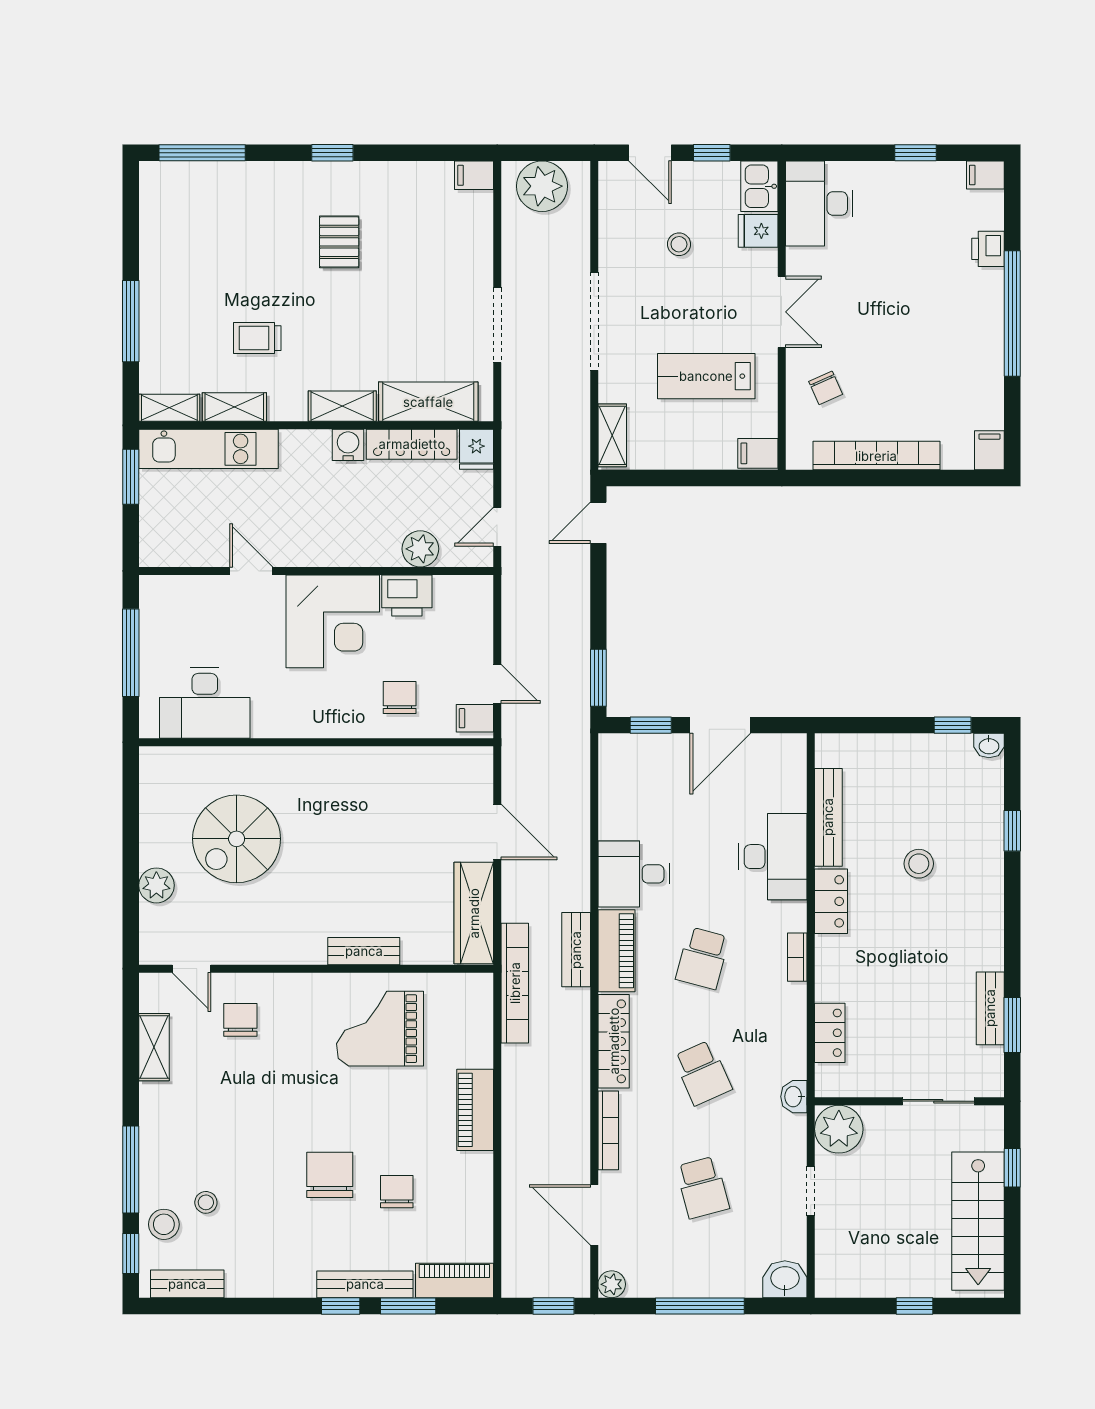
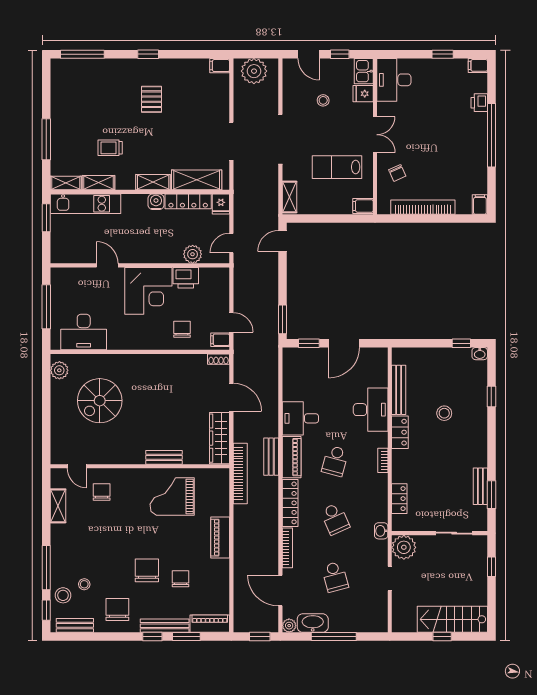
shoe rack: (472, 757) -> (219, 359), added
plant: (156, 885) -> (59, 370), moved
stairs: (978, 1221) -> (452, 619), moved, turned 90
chair: (272, 1252) -> (117, 610), added
washbasin: (785, 1279) -> (313, 623), moved, width x1.38

